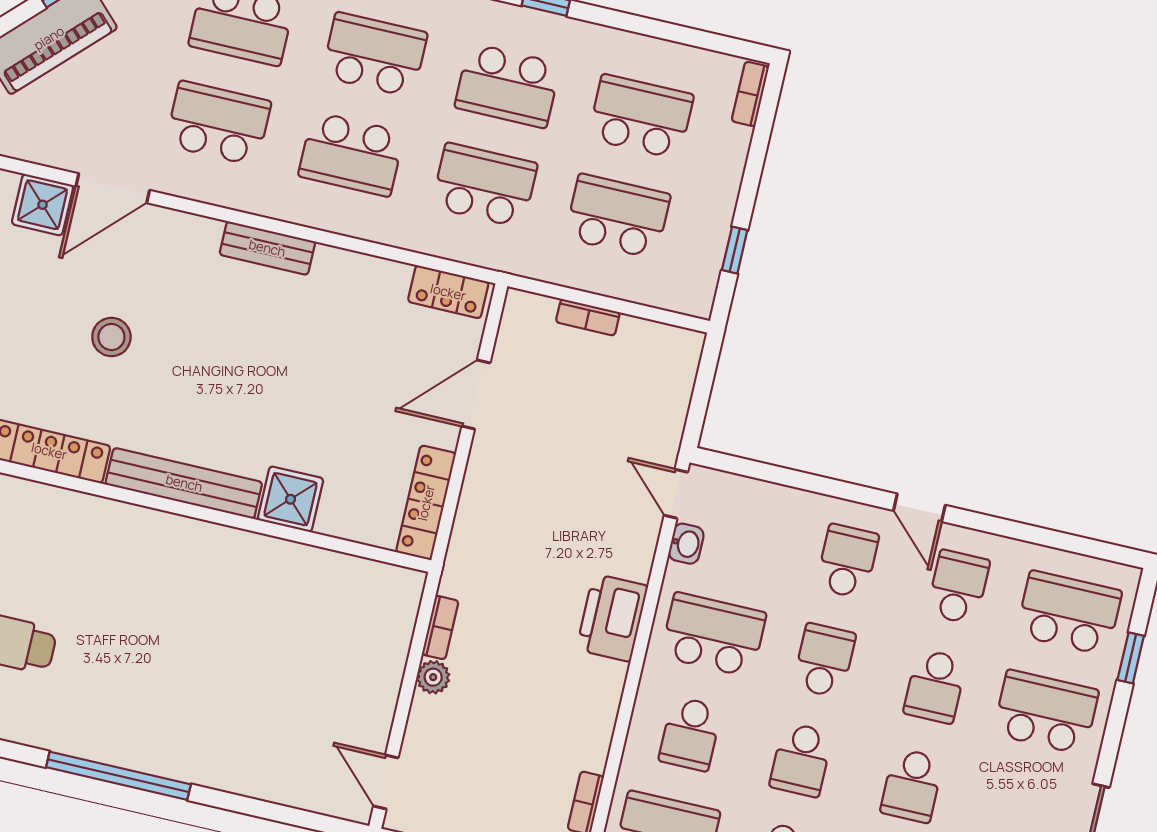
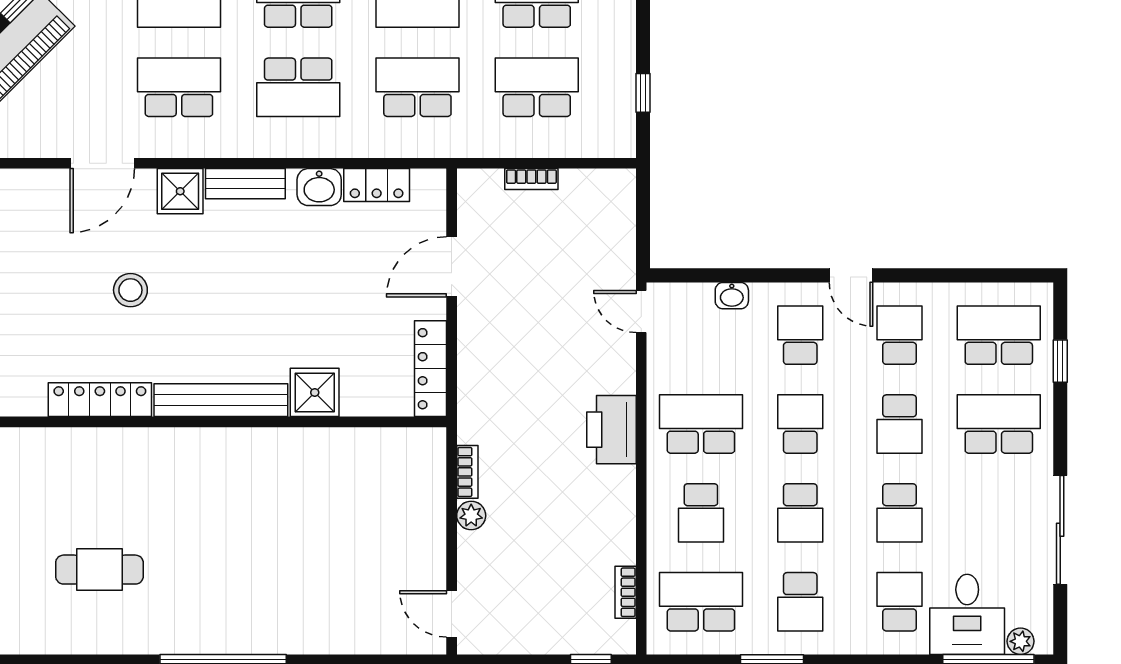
shower: (43, 205) -> (180, 191), moved
washbasin: (349, 271) -> (319, 187), added
locker: (448, 292) -> (377, 185), moved
washbasin: (686, 544) -> (732, 296), moved, turned 90

